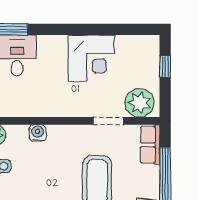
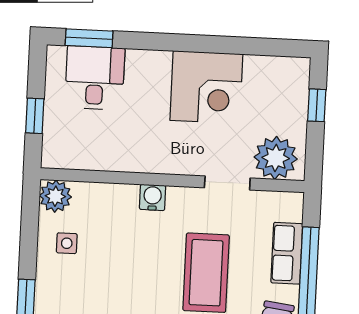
water cooler: (38, 133) -> (153, 197), moved
row of seats: (150, 145) -> (287, 253), moved

